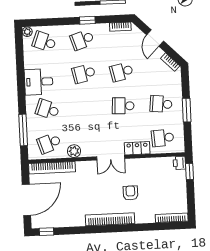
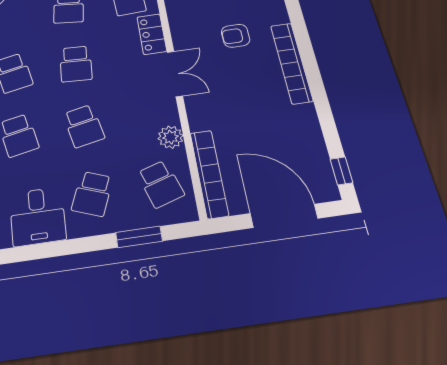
school desk: (85, 108) -> (84, 126), added
window: (23, 130) -> (139, 237), width x0.69

